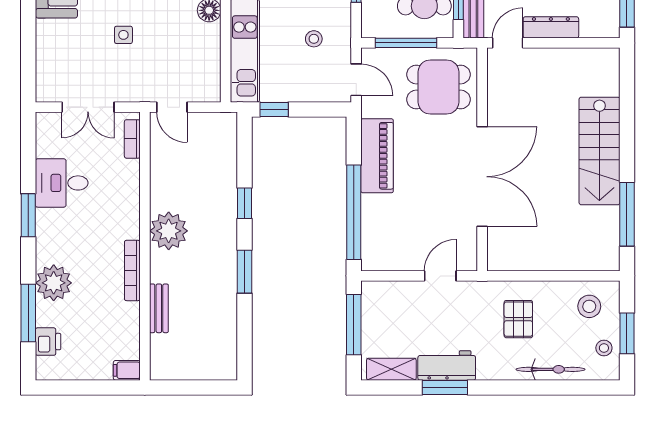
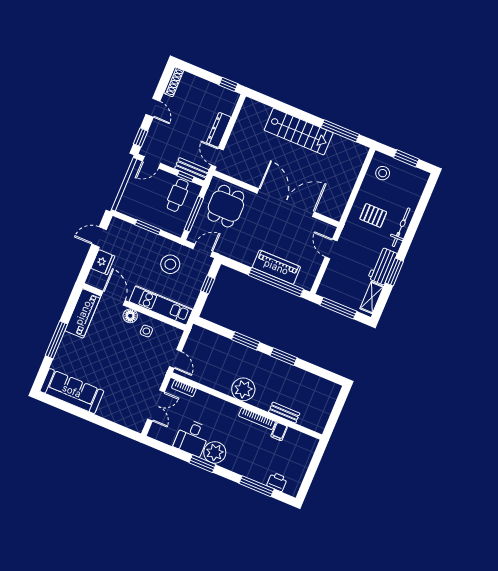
side table: (123, 35) -> (146, 331), moved
stool: (314, 39) -> (170, 264), width x1.89, depth x1.89
door: (172, 107) -> (175, 359), hinge flipped
window: (274, 109) -> (208, 285), moved
piano: (377, 156) -> (276, 267), moved
window: (245, 203) -> (246, 341), width x1.50
plant: (54, 283) -> (215, 452), moved
stool: (604, 348) -> (409, 175), removed
bicycle: (550, 369) -> (401, 227), moved
filing cabinet: (127, 370) -> (279, 432), moved

